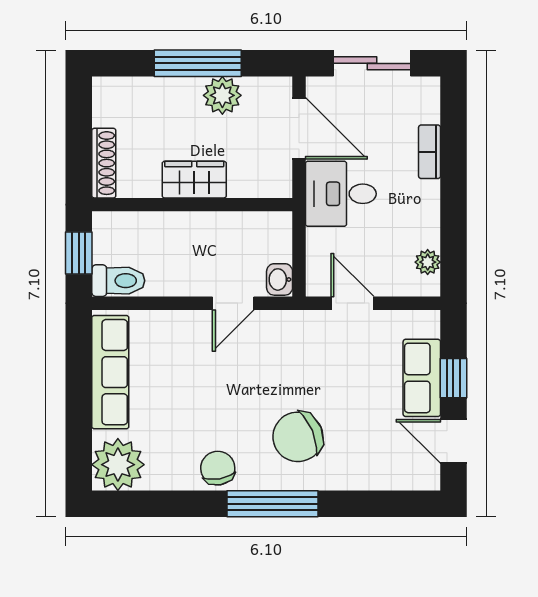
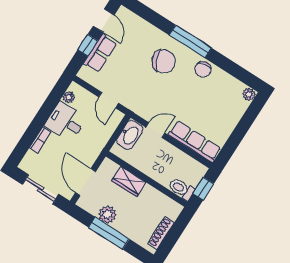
shoe rack: (104, 163) -> (161, 233), moved
wardrobe: (194, 180) -> (129, 181), moved
desk: (341, 194) -> (66, 122), moved, turned 180
washbasin: (280, 279) -> (130, 135), width x1.91, depth x1.45
toilet: (118, 281) -> (181, 189), moved
row of seats: (110, 372) -> (195, 142), moved, turned 90
plant: (118, 465) -> (249, 94), width x0.53, depth x0.53

